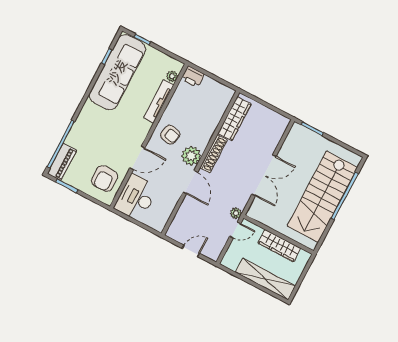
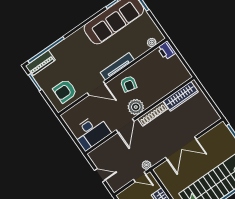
tv unit: (159, 101) -> (117, 66), moved
desk: (136, 198) -> (91, 132), moved, turned 180

